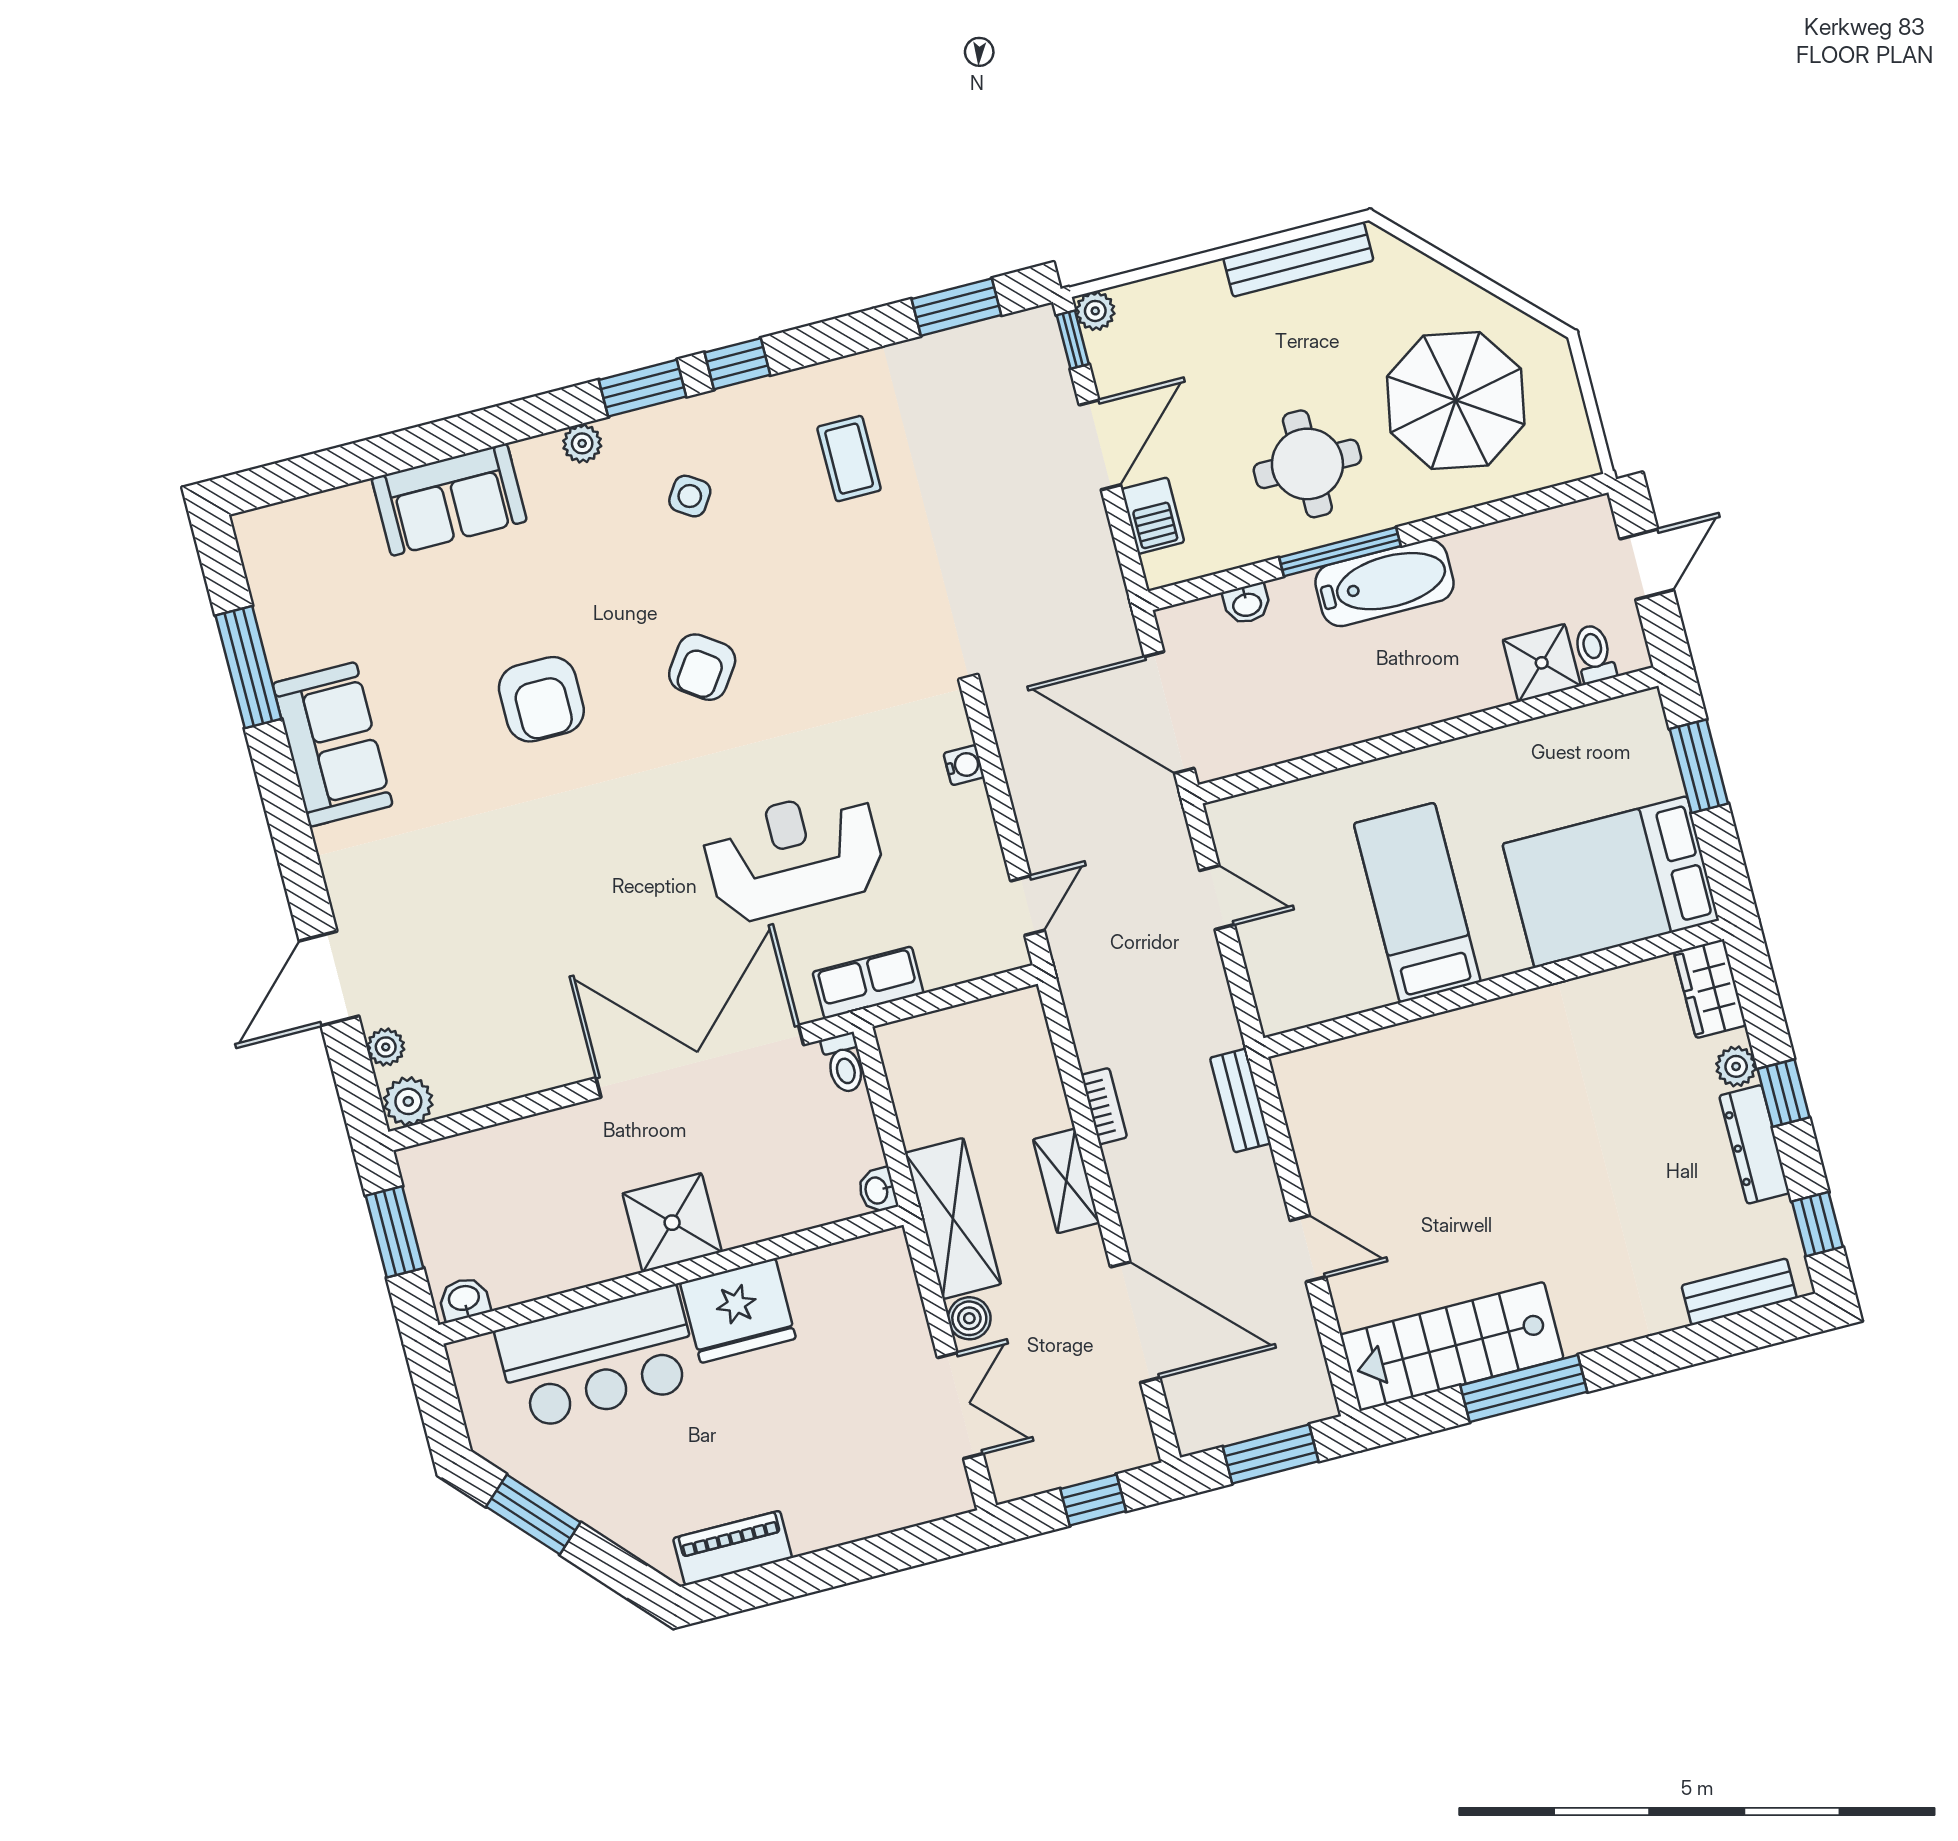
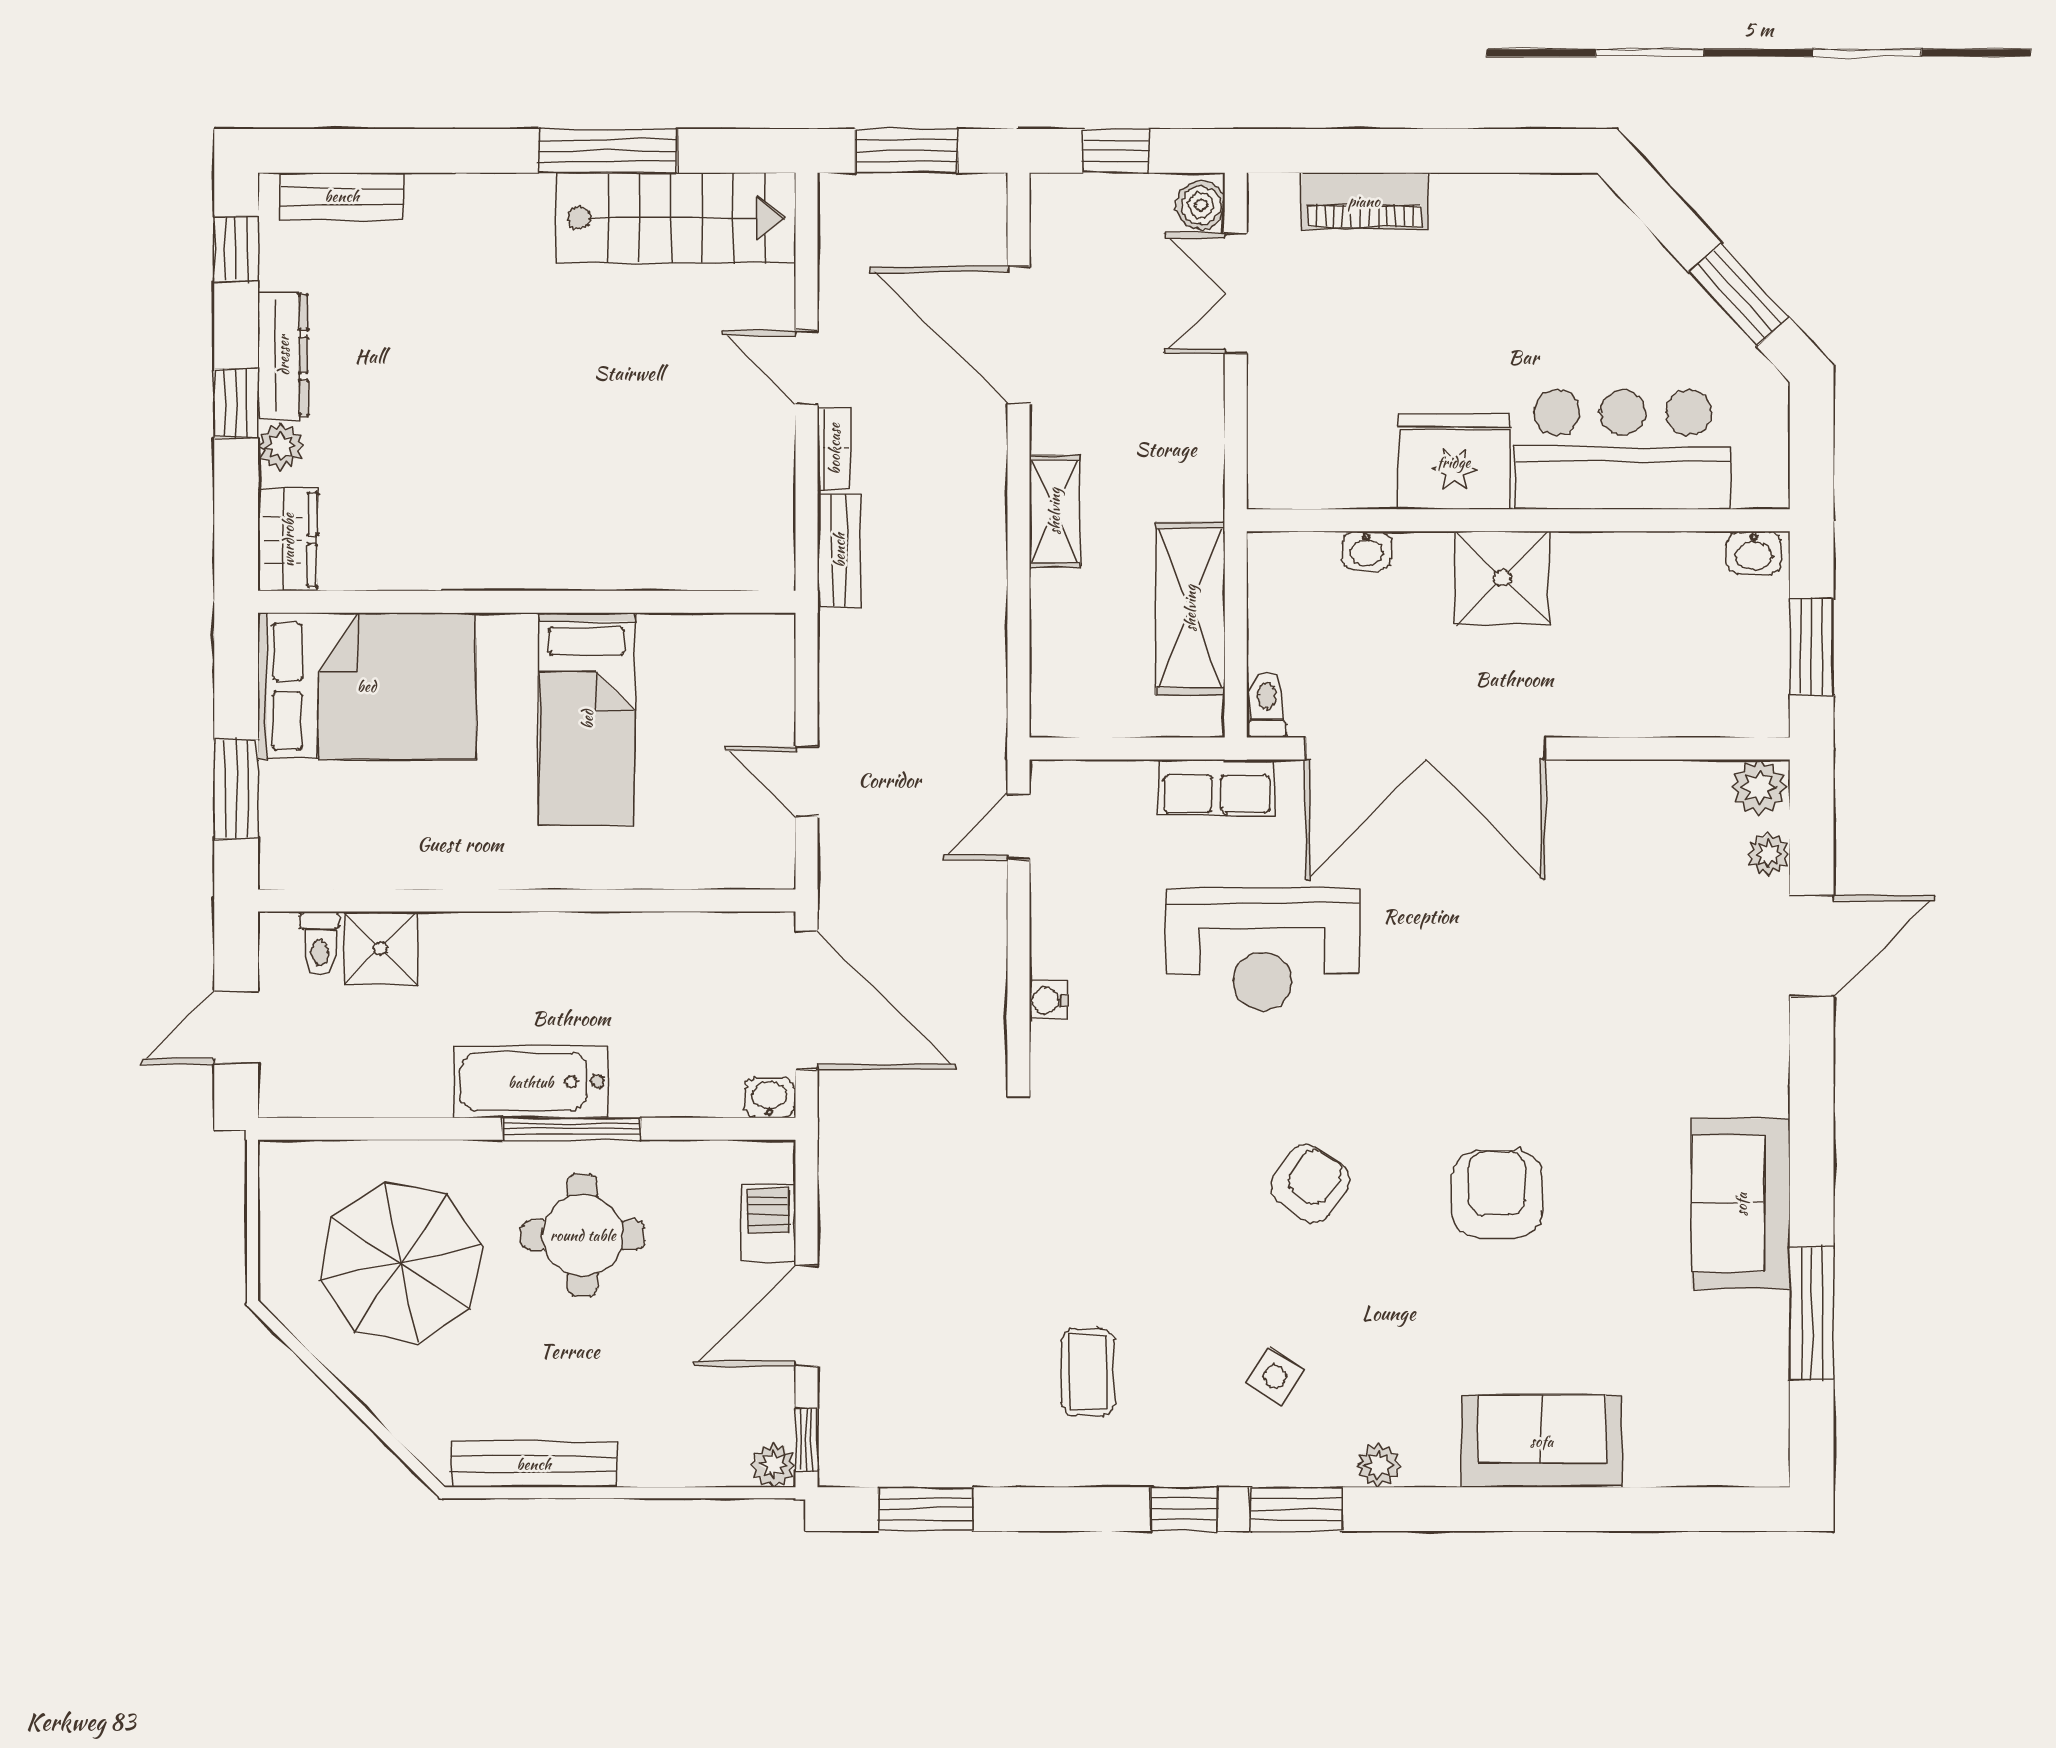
washbasin: (1247, 604) -> (769, 1098), moved
bookcase: (1104, 1106) -> (834, 449), moved, turned 180
washbasin: (877, 1190) -> (1367, 550), moved, turned 90
shelving: (953, 1219) -> (1190, 608), moved
boiler: (969, 1318) -> (1201, 205), moved
piano: (733, 1548) -> (1364, 201), moved

